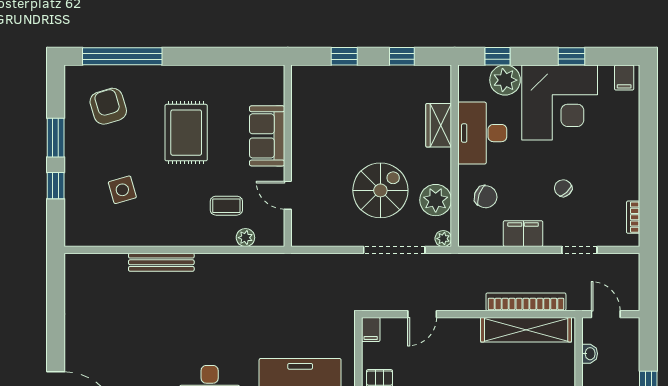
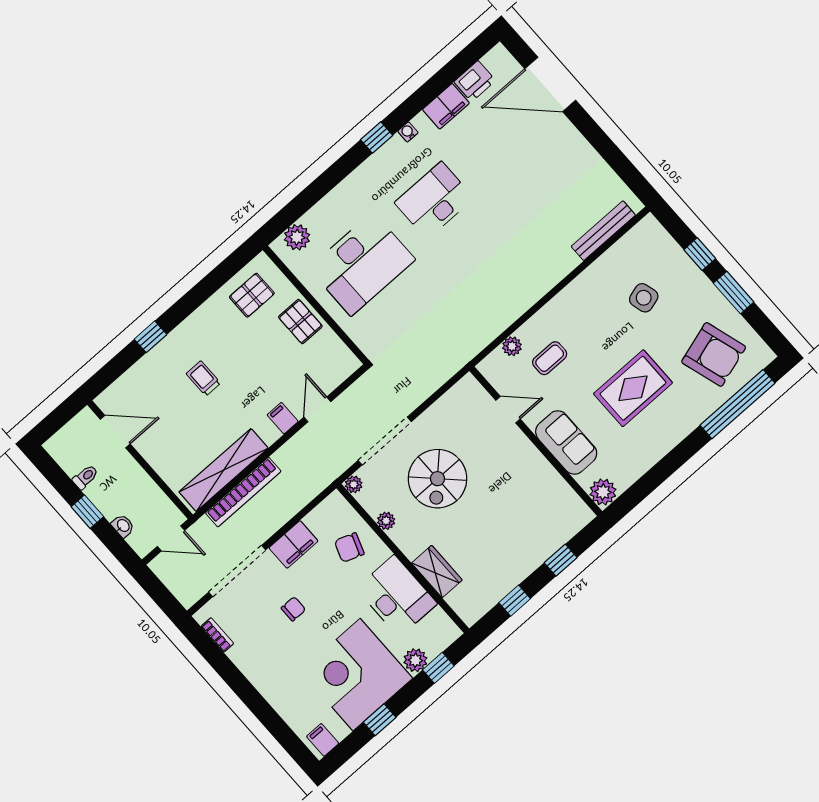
plant: (272, 78) -> (603, 492), added
plant: (505, 80) -> (415, 660), width x0.73, depth x0.73
armchair: (108, 106) -> (714, 354), width x1.36, depth x1.36
rug: (186, 133) -> (633, 388), turned 90
chair: (563, 188) -> (293, 609), turned -47
plant: (436, 200) -> (386, 521), width x0.53, depth x0.53
doorway: (579, 250) -> (237, 571), width x1.88
bench: (161, 262) -> (603, 231), moved
filing cabinet: (371, 329) -> (283, 418), moved
washbasin: (590, 354) -> (123, 526), moved, turned 180

